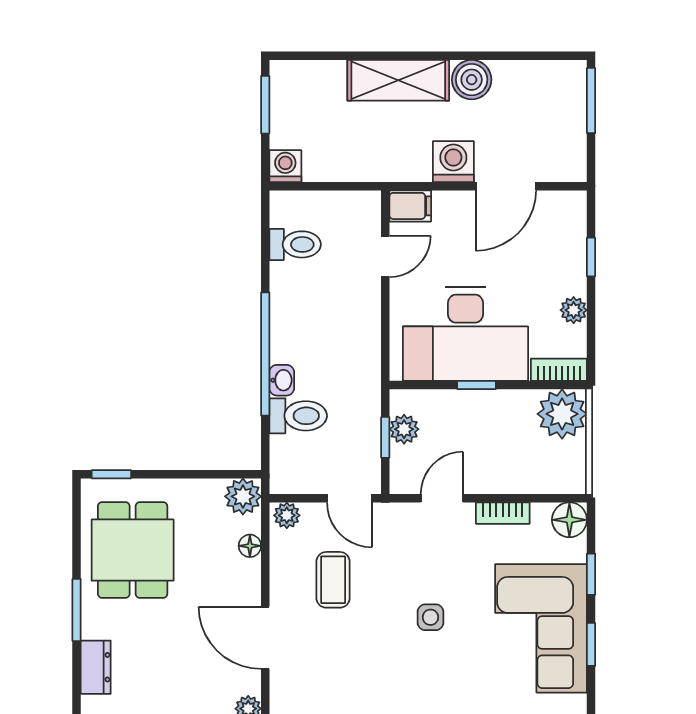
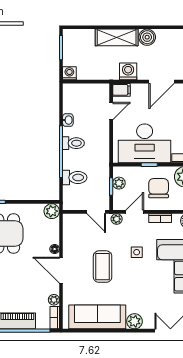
washing machine: (453, 162) -> (128, 71), moved
toilet: (295, 244) -> (73, 143), moved
washbasin: (282, 380) -> (68, 120), moved
chair: (499, 442) -> (159, 188), added
plant: (287, 515) -> (117, 219), moved
floor lamp: (250, 546) -> (55, 249), moved
coffee table: (333, 580) -> (103, 267), moved, width x1.36, depth x1.30
side table: (430, 617) -> (137, 252), moved

